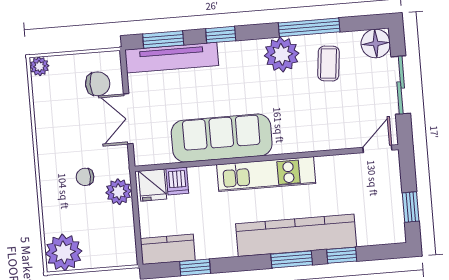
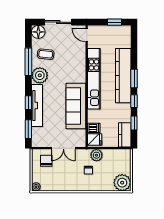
tv unit: (172, 58) -> (37, 106), moved
kitchen unit: (266, 174) -> (94, 79), width x1.36
window: (342, 255) -> (134, 101), moved

